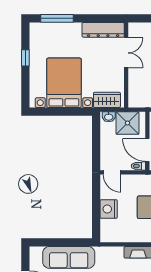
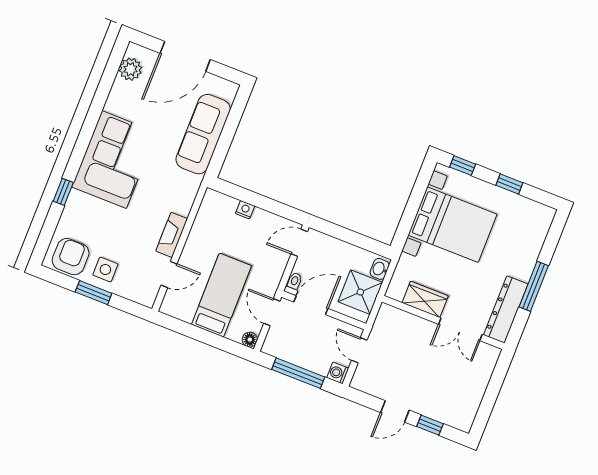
window: (57, 18) -> (534, 286), moved
window: (25, 91) -> (463, 166), added
wardrobe: (107, 100) -> (425, 299), moved, turned -90
nightstand: (109, 209) -> (245, 210), width x0.53, depth x0.56

